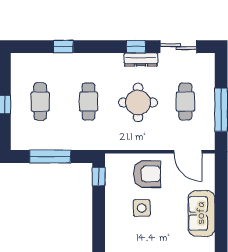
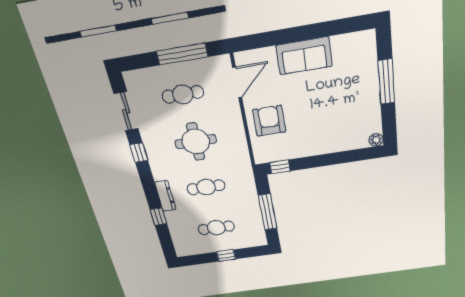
dresser: (141, 60) -> (165, 196), moved
side table: (142, 208) -> (307, 120), removed

